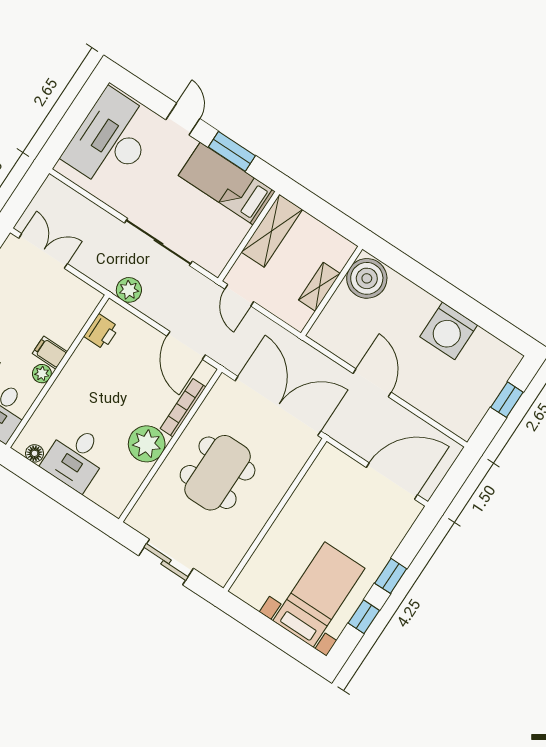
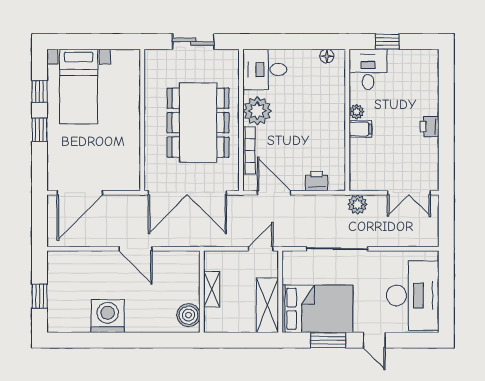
bed: (227, 184) -> (317, 309), width x1.50
boiler: (367, 278) -> (188, 315), width x0.73, depth x0.73
plant: (129, 290) -> (358, 204), moved
door: (239, 295) -> (261, 249), hinge flipped
printer: (101, 332) -> (317, 181), moved, turned 90
desk: (76, 458) -> (265, 69), moved, turned -90
dining table: (218, 473) -> (198, 123), width x1.36, depth x1.24

